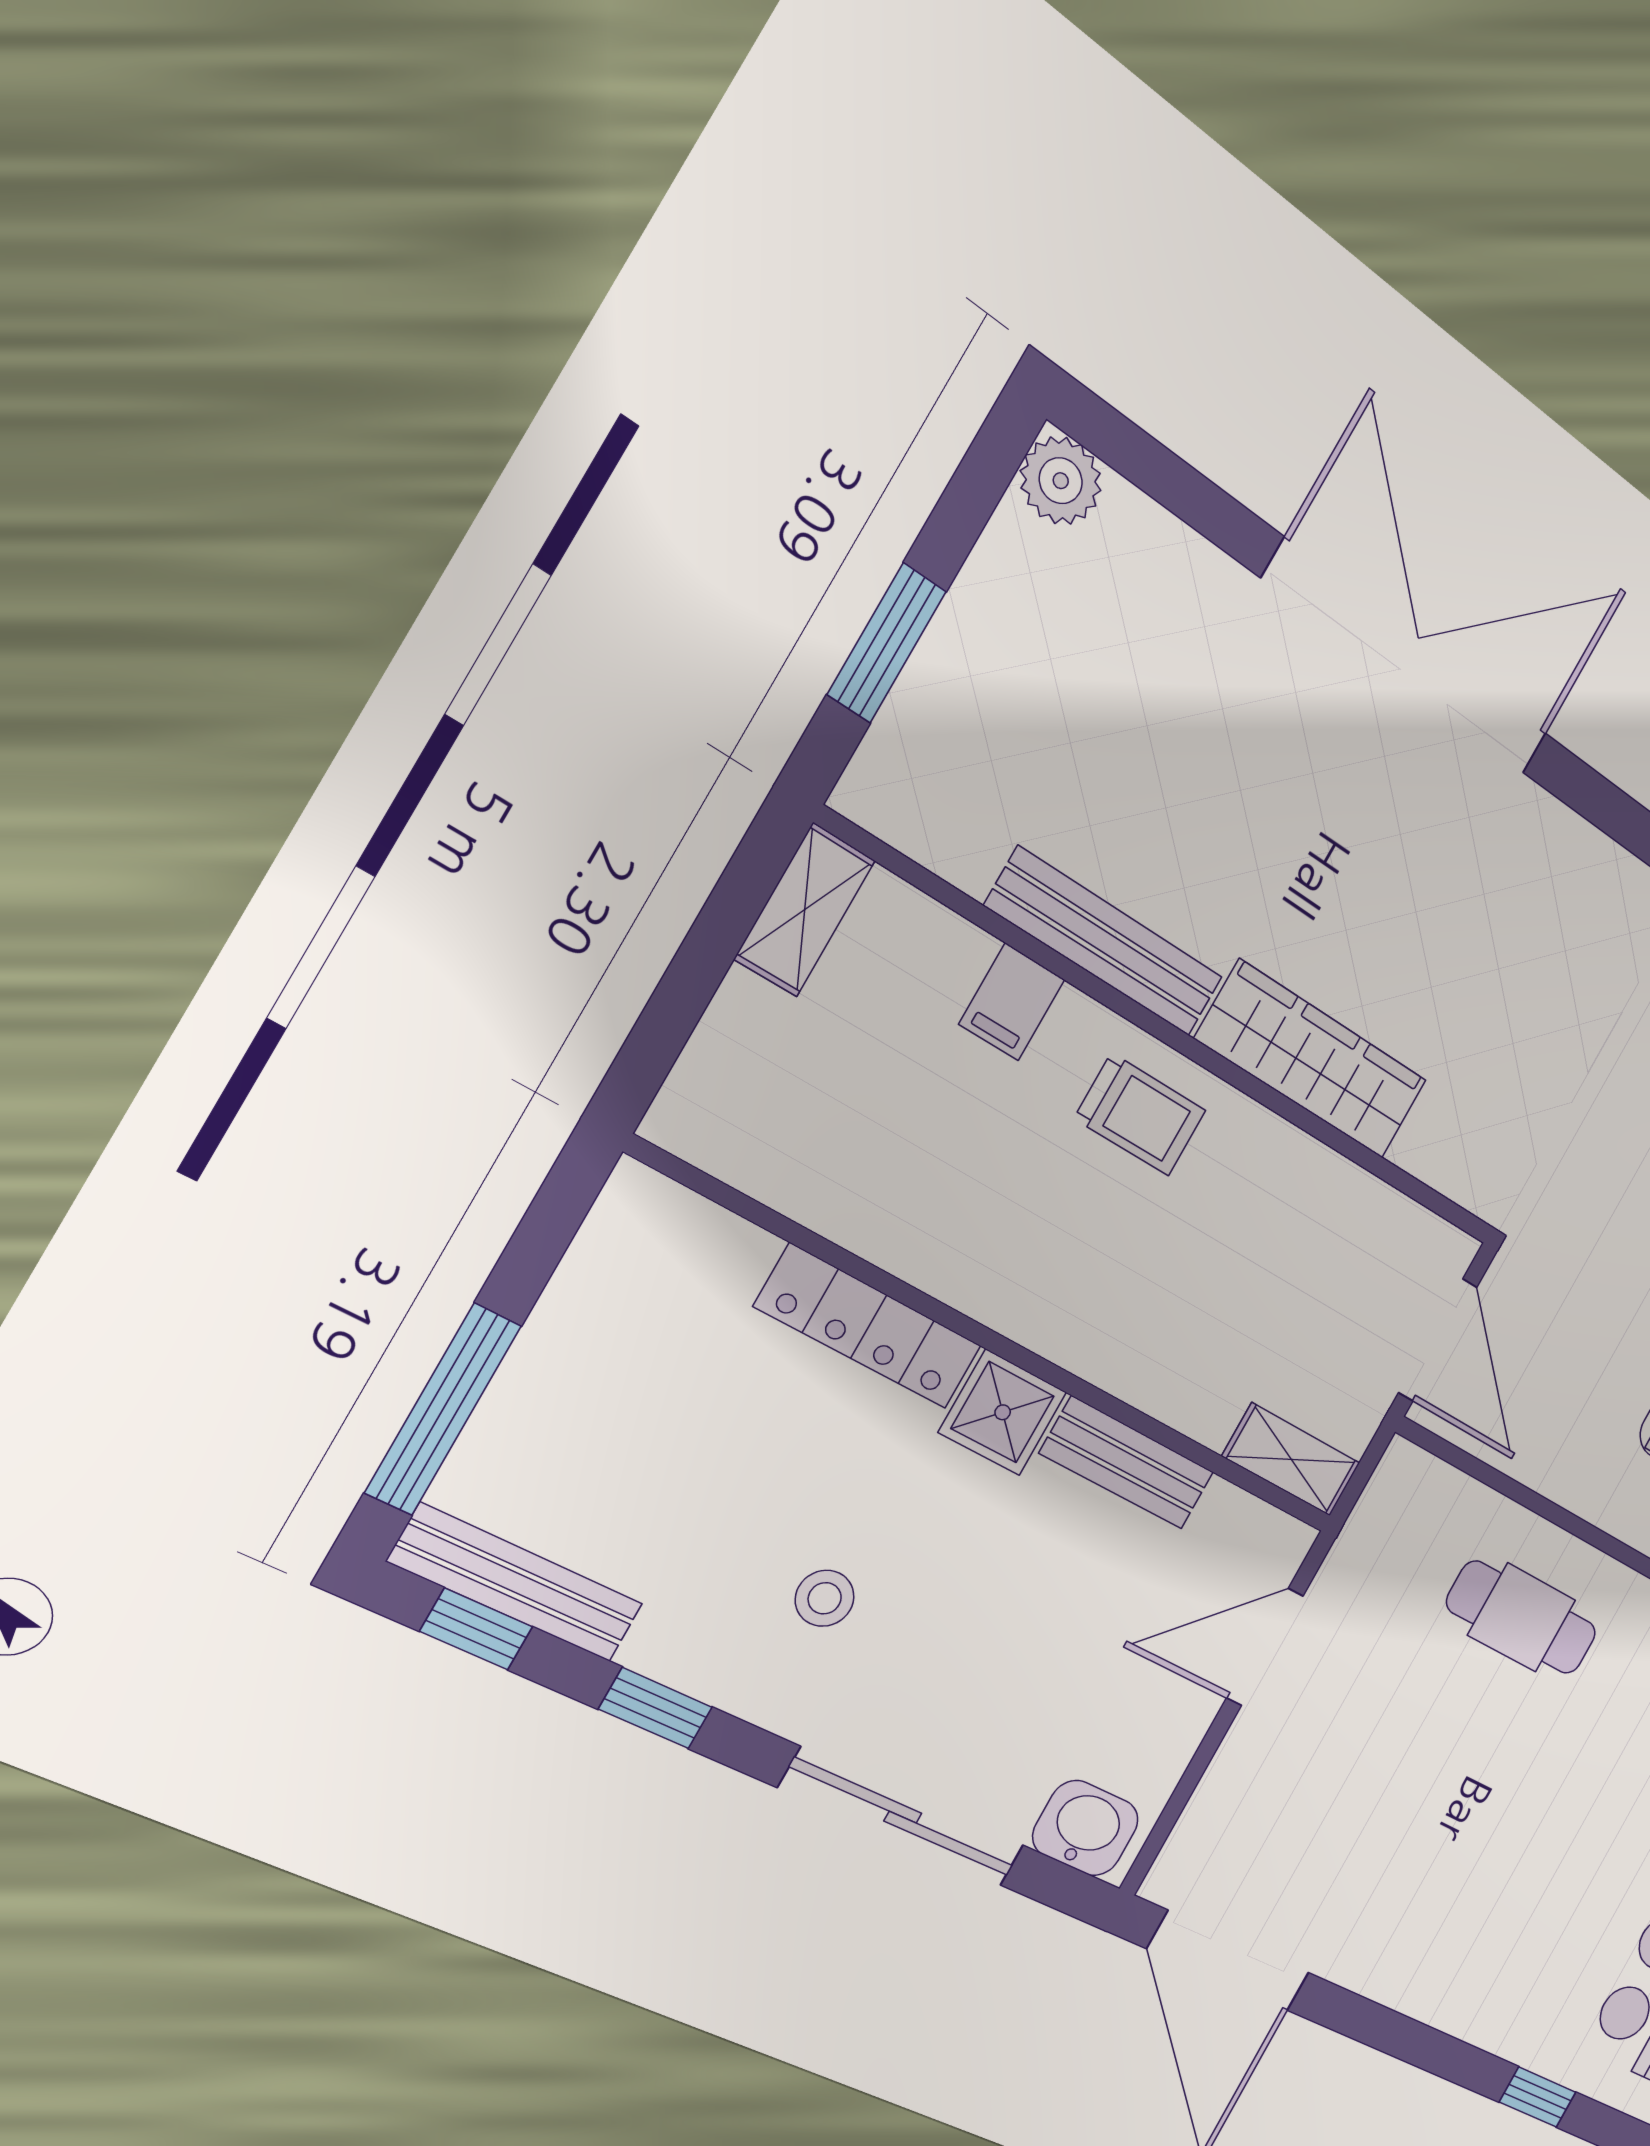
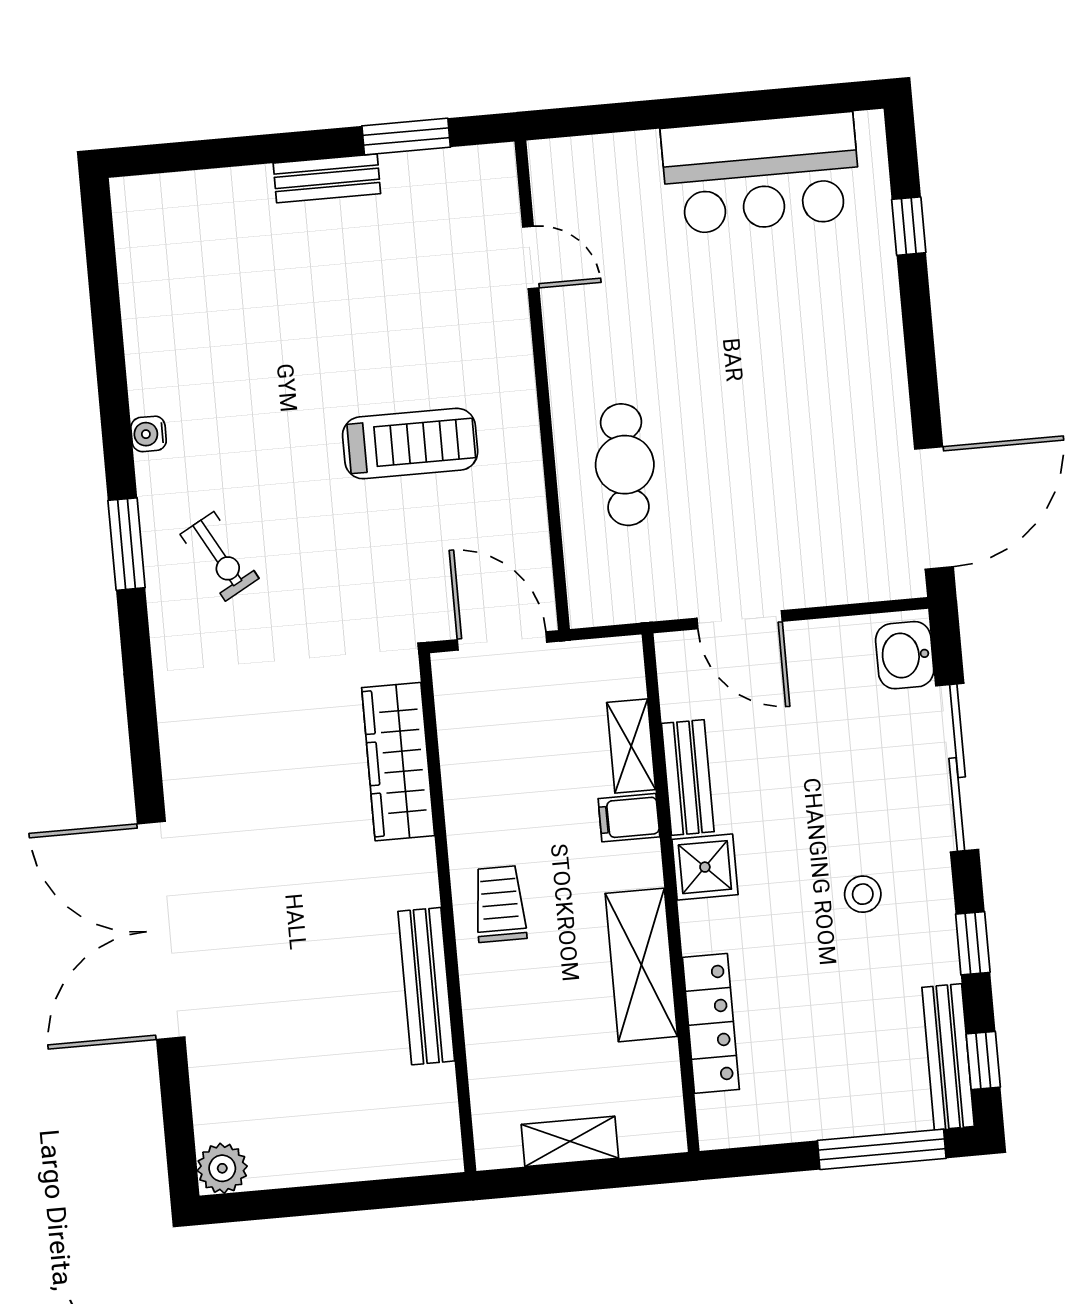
window: (887, 643) -> (365, 1195), removed
shelving: (805, 910) -> (570, 1141), moved
filing cabinet: (1012, 1002) -> (629, 818), moved, turned 180
wardrobe: (1312, 1060) -> (398, 762), moved
shelving: (935, 1245) -> (641, 965), added
locker: (869, 1326) -> (711, 1023), moved
door: (1438, 1340) -> (502, 641), hinge flipped
shelving: (1291, 1460) -> (631, 746), moved

